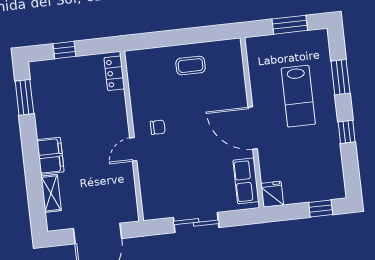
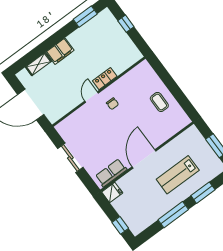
locker: (114, 73) -> (105, 79), moved
window: (347, 132) -> (173, 215), width x2.17
door: (133, 149) -> (92, 97), hinge flipped

